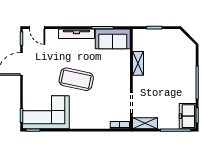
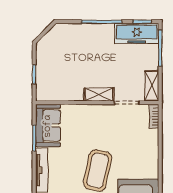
shelving: (138, 63) -> (99, 95), moved
freezer: (188, 116) -> (137, 33), width x1.40

